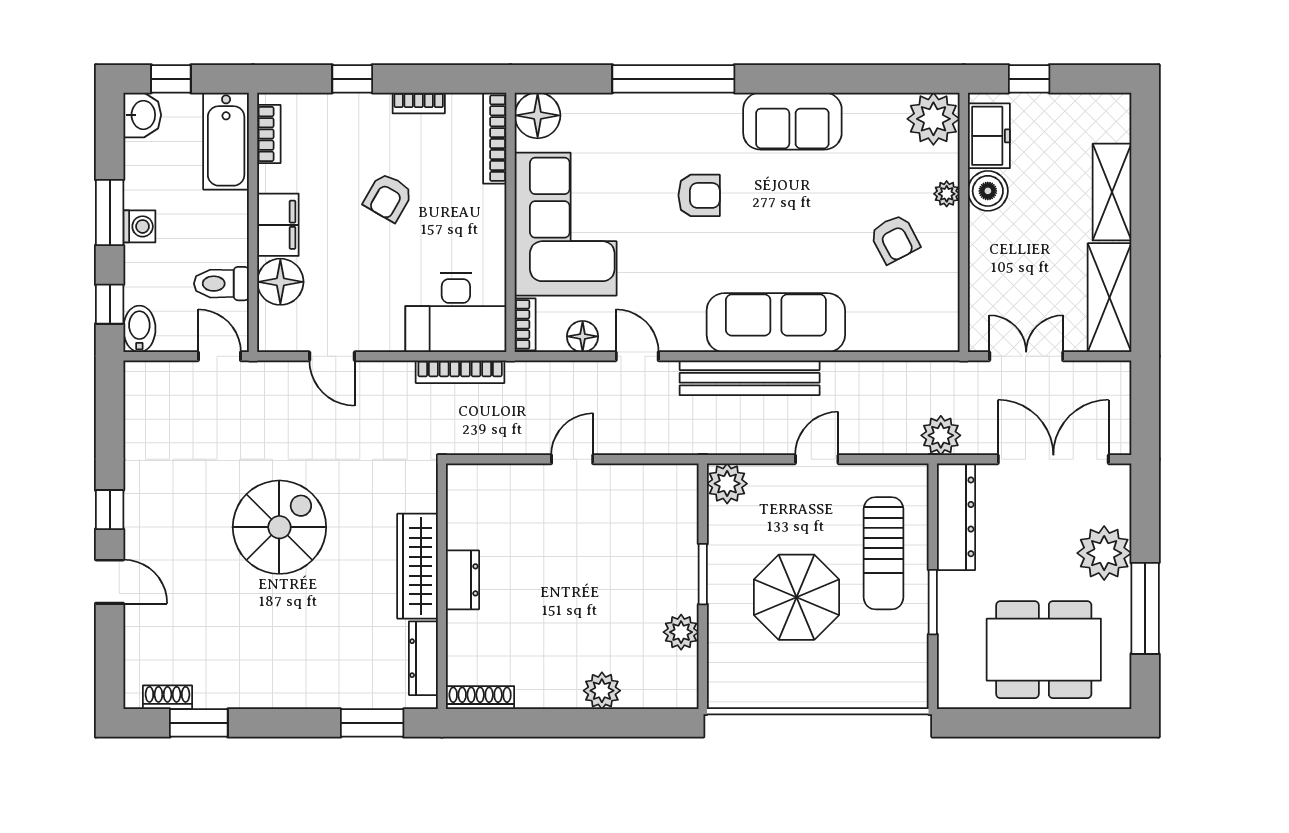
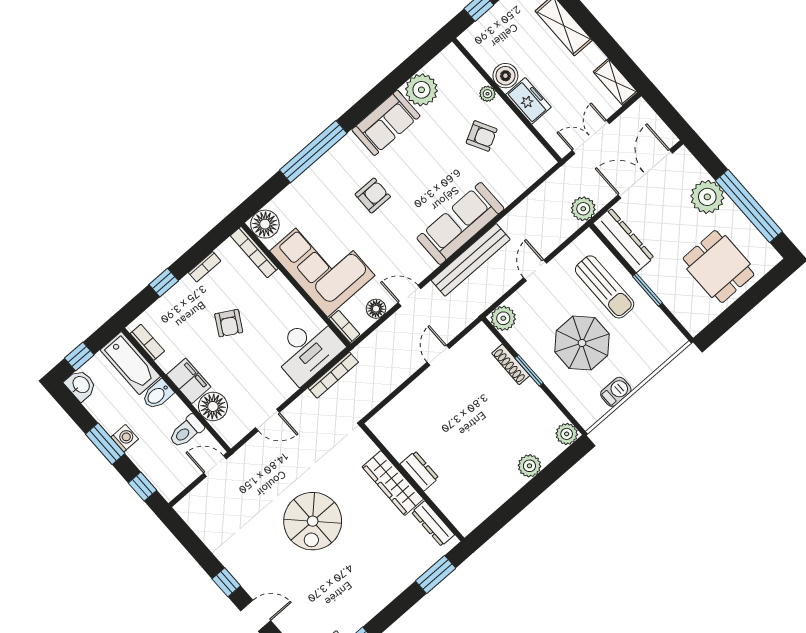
plant: (933, 119) -> (421, 90), moved
freezer: (989, 136) -> (528, 101), moved
shelving: (1110, 298) -> (616, 82), width x0.67, depth x0.75
bidet: (139, 329) -> (158, 395), moved, turned -90
door: (572, 459) -> (438, 355), moved
spiral stairs: (279, 527) -> (313, 521), turned 180
window: (1145, 608) -> (749, 206), width x1.46
plant: (681, 632) -> (567, 434), moved
dining table: (1044, 650) -> (719, 267), width x0.73
barbecue: (786, 693) -> (616, 392), added
shoe rack: (480, 698) -> (511, 364), moved, turned -90

